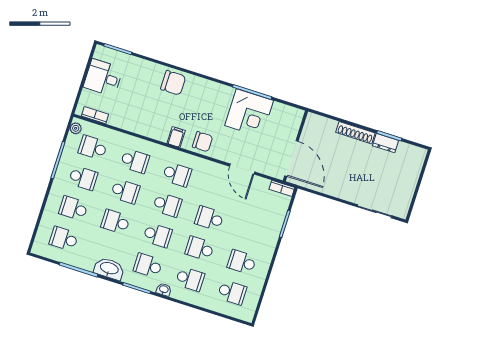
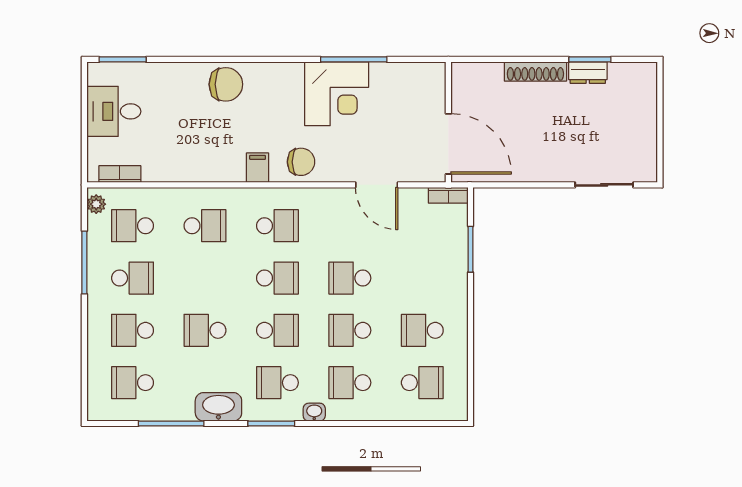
corner desk: (249, 113) -> (337, 94), moved
school desk: (125, 191) -> (205, 278), removed
school desk: (190, 279) -> (350, 383), turned 180

